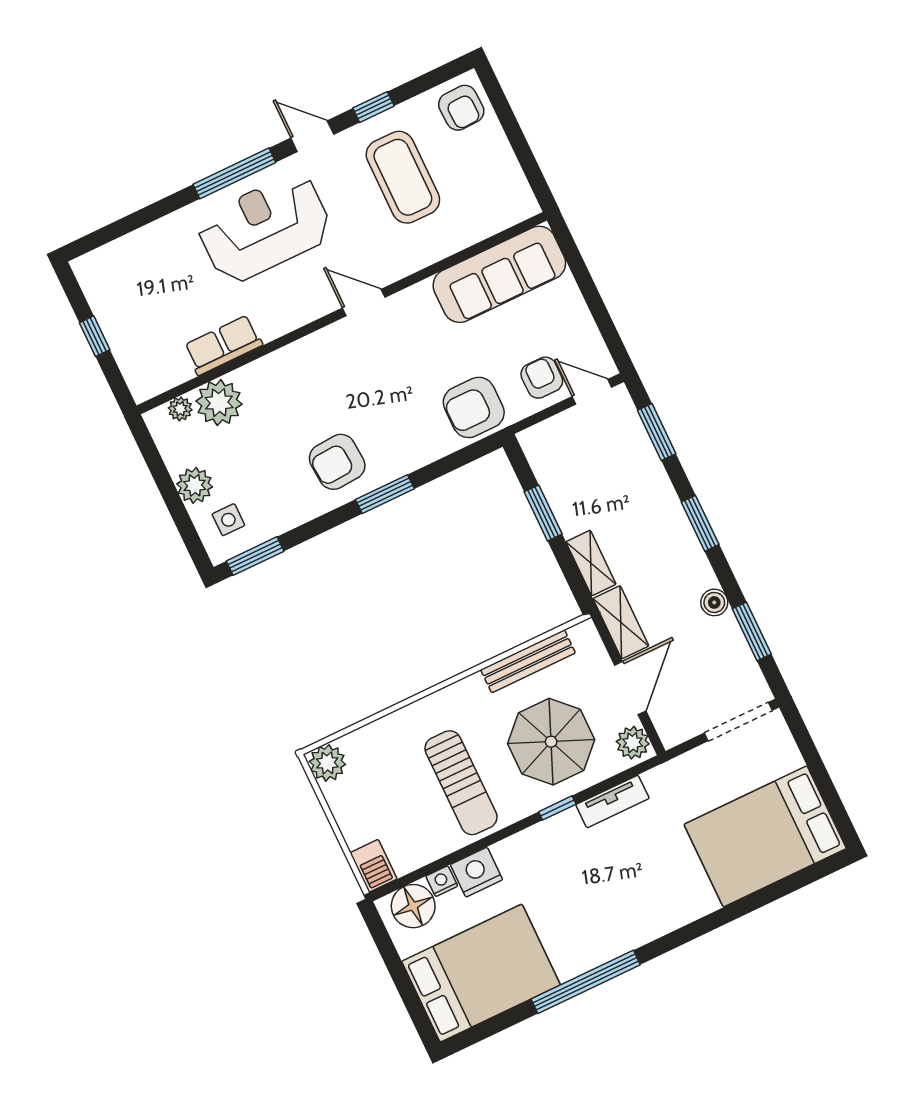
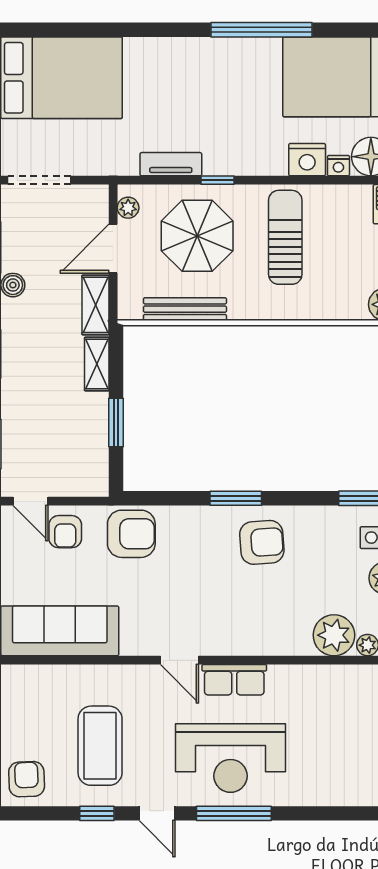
row of seats: (223, 345) -> (234, 680), moved
plant: (633, 743) -> (128, 208), width x0.73, depth x0.73

